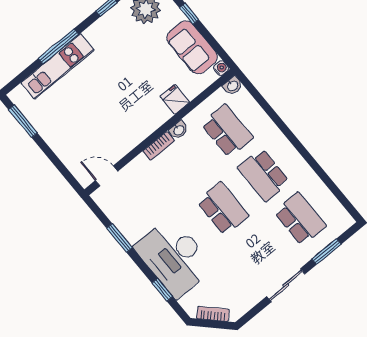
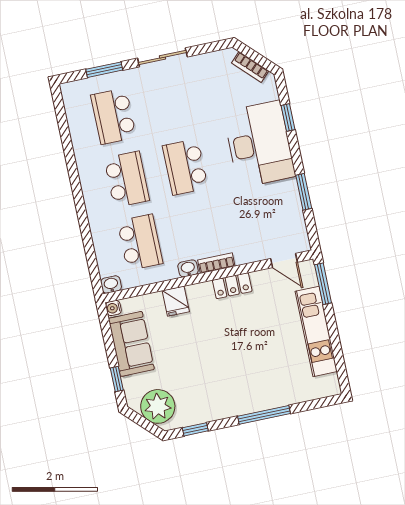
kitchen unit: (57, 66) -> (316, 331), moved, turned -90
window: (23, 121) -> (323, 284), moved
school desk: (227, 131) -> (140, 242), turned 180
locker: (137, 135) -> (232, 286), added

